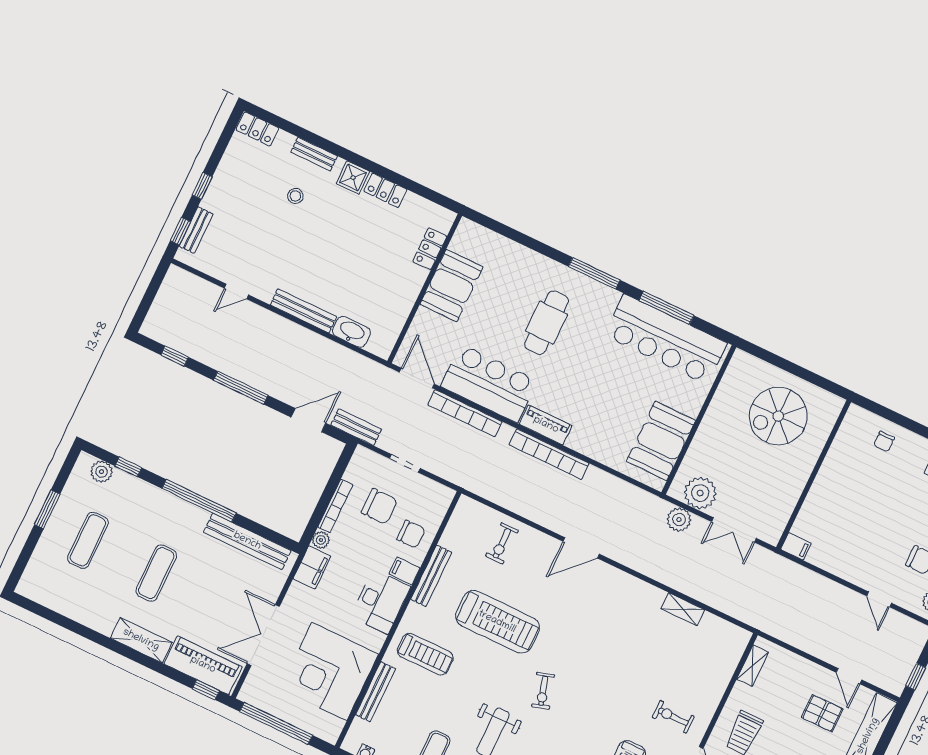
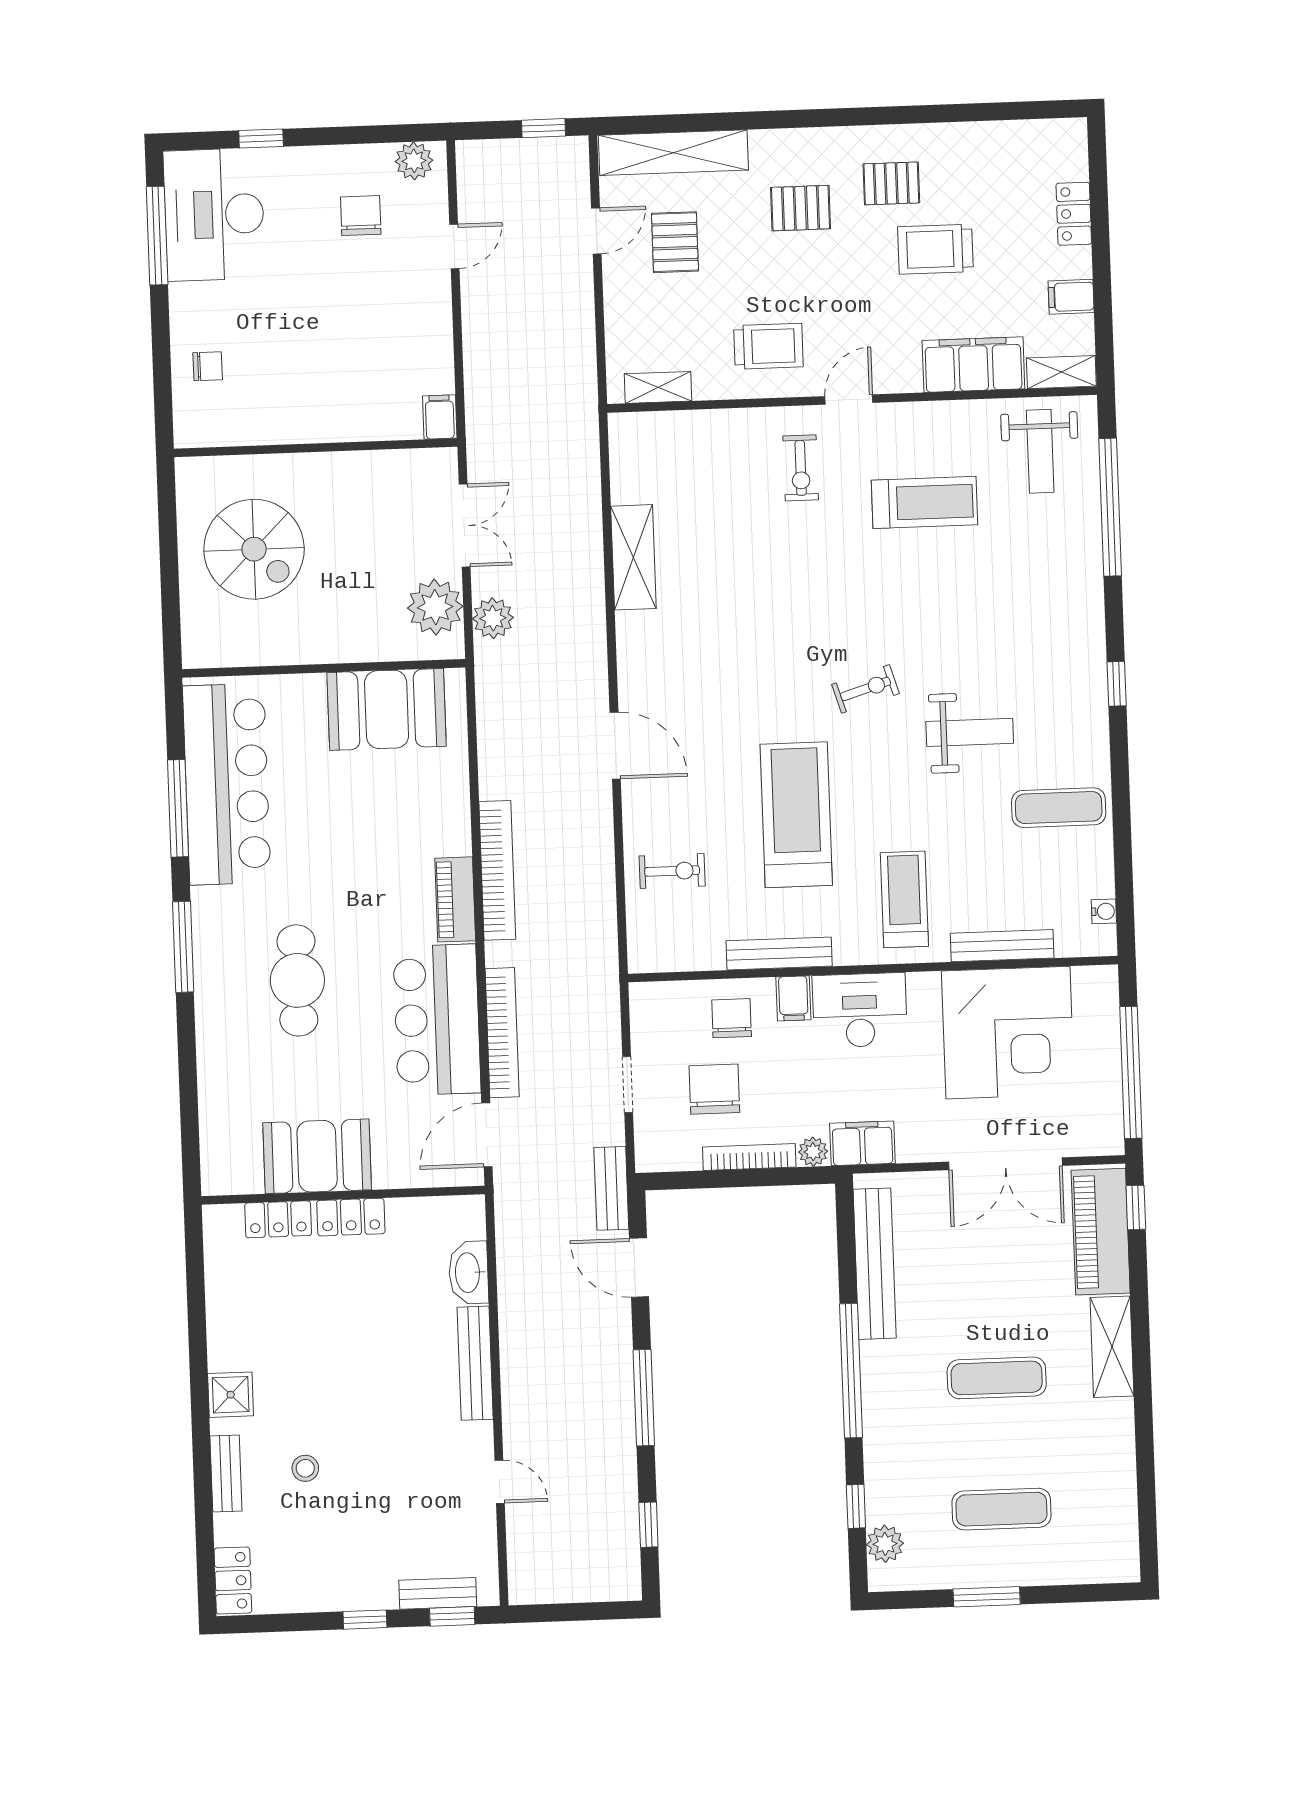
locker: (385, 190) -> (351, 1217), moved, turned 90
cafe table: (546, 323) -> (297, 980), turned 90
shelving: (683, 609) -> (633, 557), width x1.50, depth x1.33

